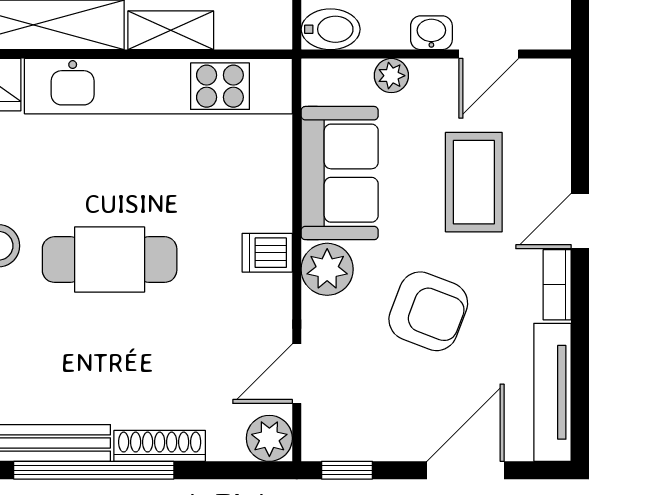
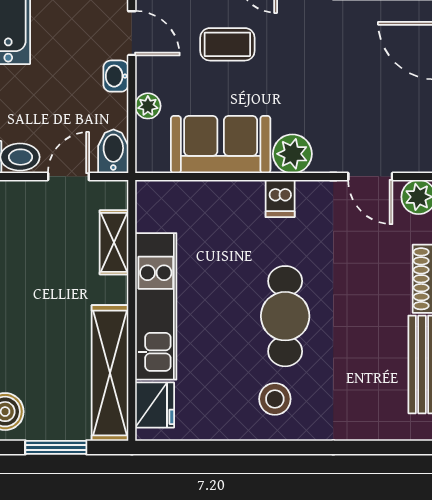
shelving: (171, 30) -> (114, 242), moved
kitchen unit: (158, 86) -> (156, 306), width x0.73
coffee table: (474, 182) -> (227, 44), width x0.73, depth x0.77
armchair: (428, 311) -> (324, 78), removed

